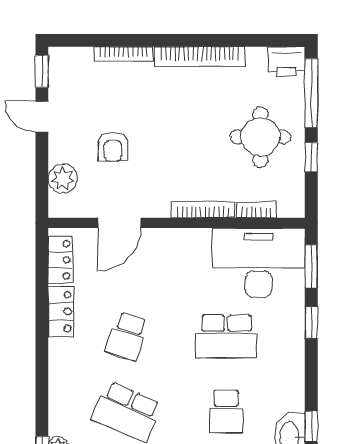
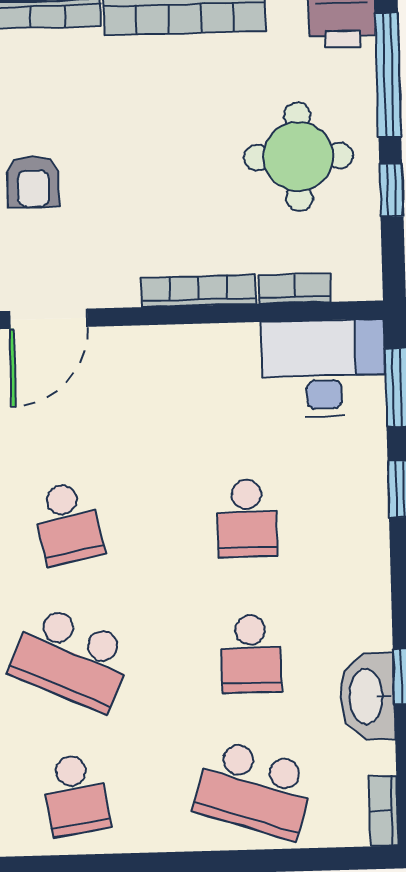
desk: (259, 263) -> (324, 368), width x0.73, depth x0.77
school desk: (127, 336) -> (68, 523), turned -30
school desk: (226, 336) -> (247, 518), width x0.54

